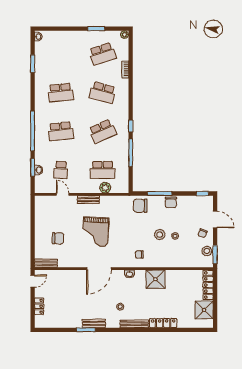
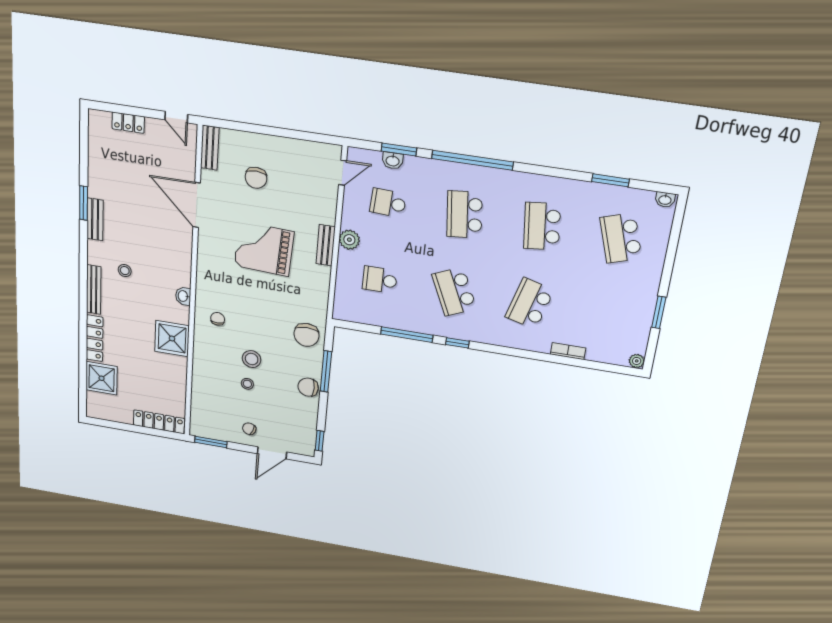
school desk: (103, 54) -> (621, 238), moved
school desk: (103, 170) -> (380, 280), width x0.54
plant: (105, 188) -> (349, 240), moved
door: (63, 194) -> (343, 173), moved
chair: (140, 206) -> (306, 335), turned 180
stool: (207, 251) -> (218, 430), removed
door: (99, 269) -> (197, 205), moved
shower: (204, 310) -> (102, 378), moved

